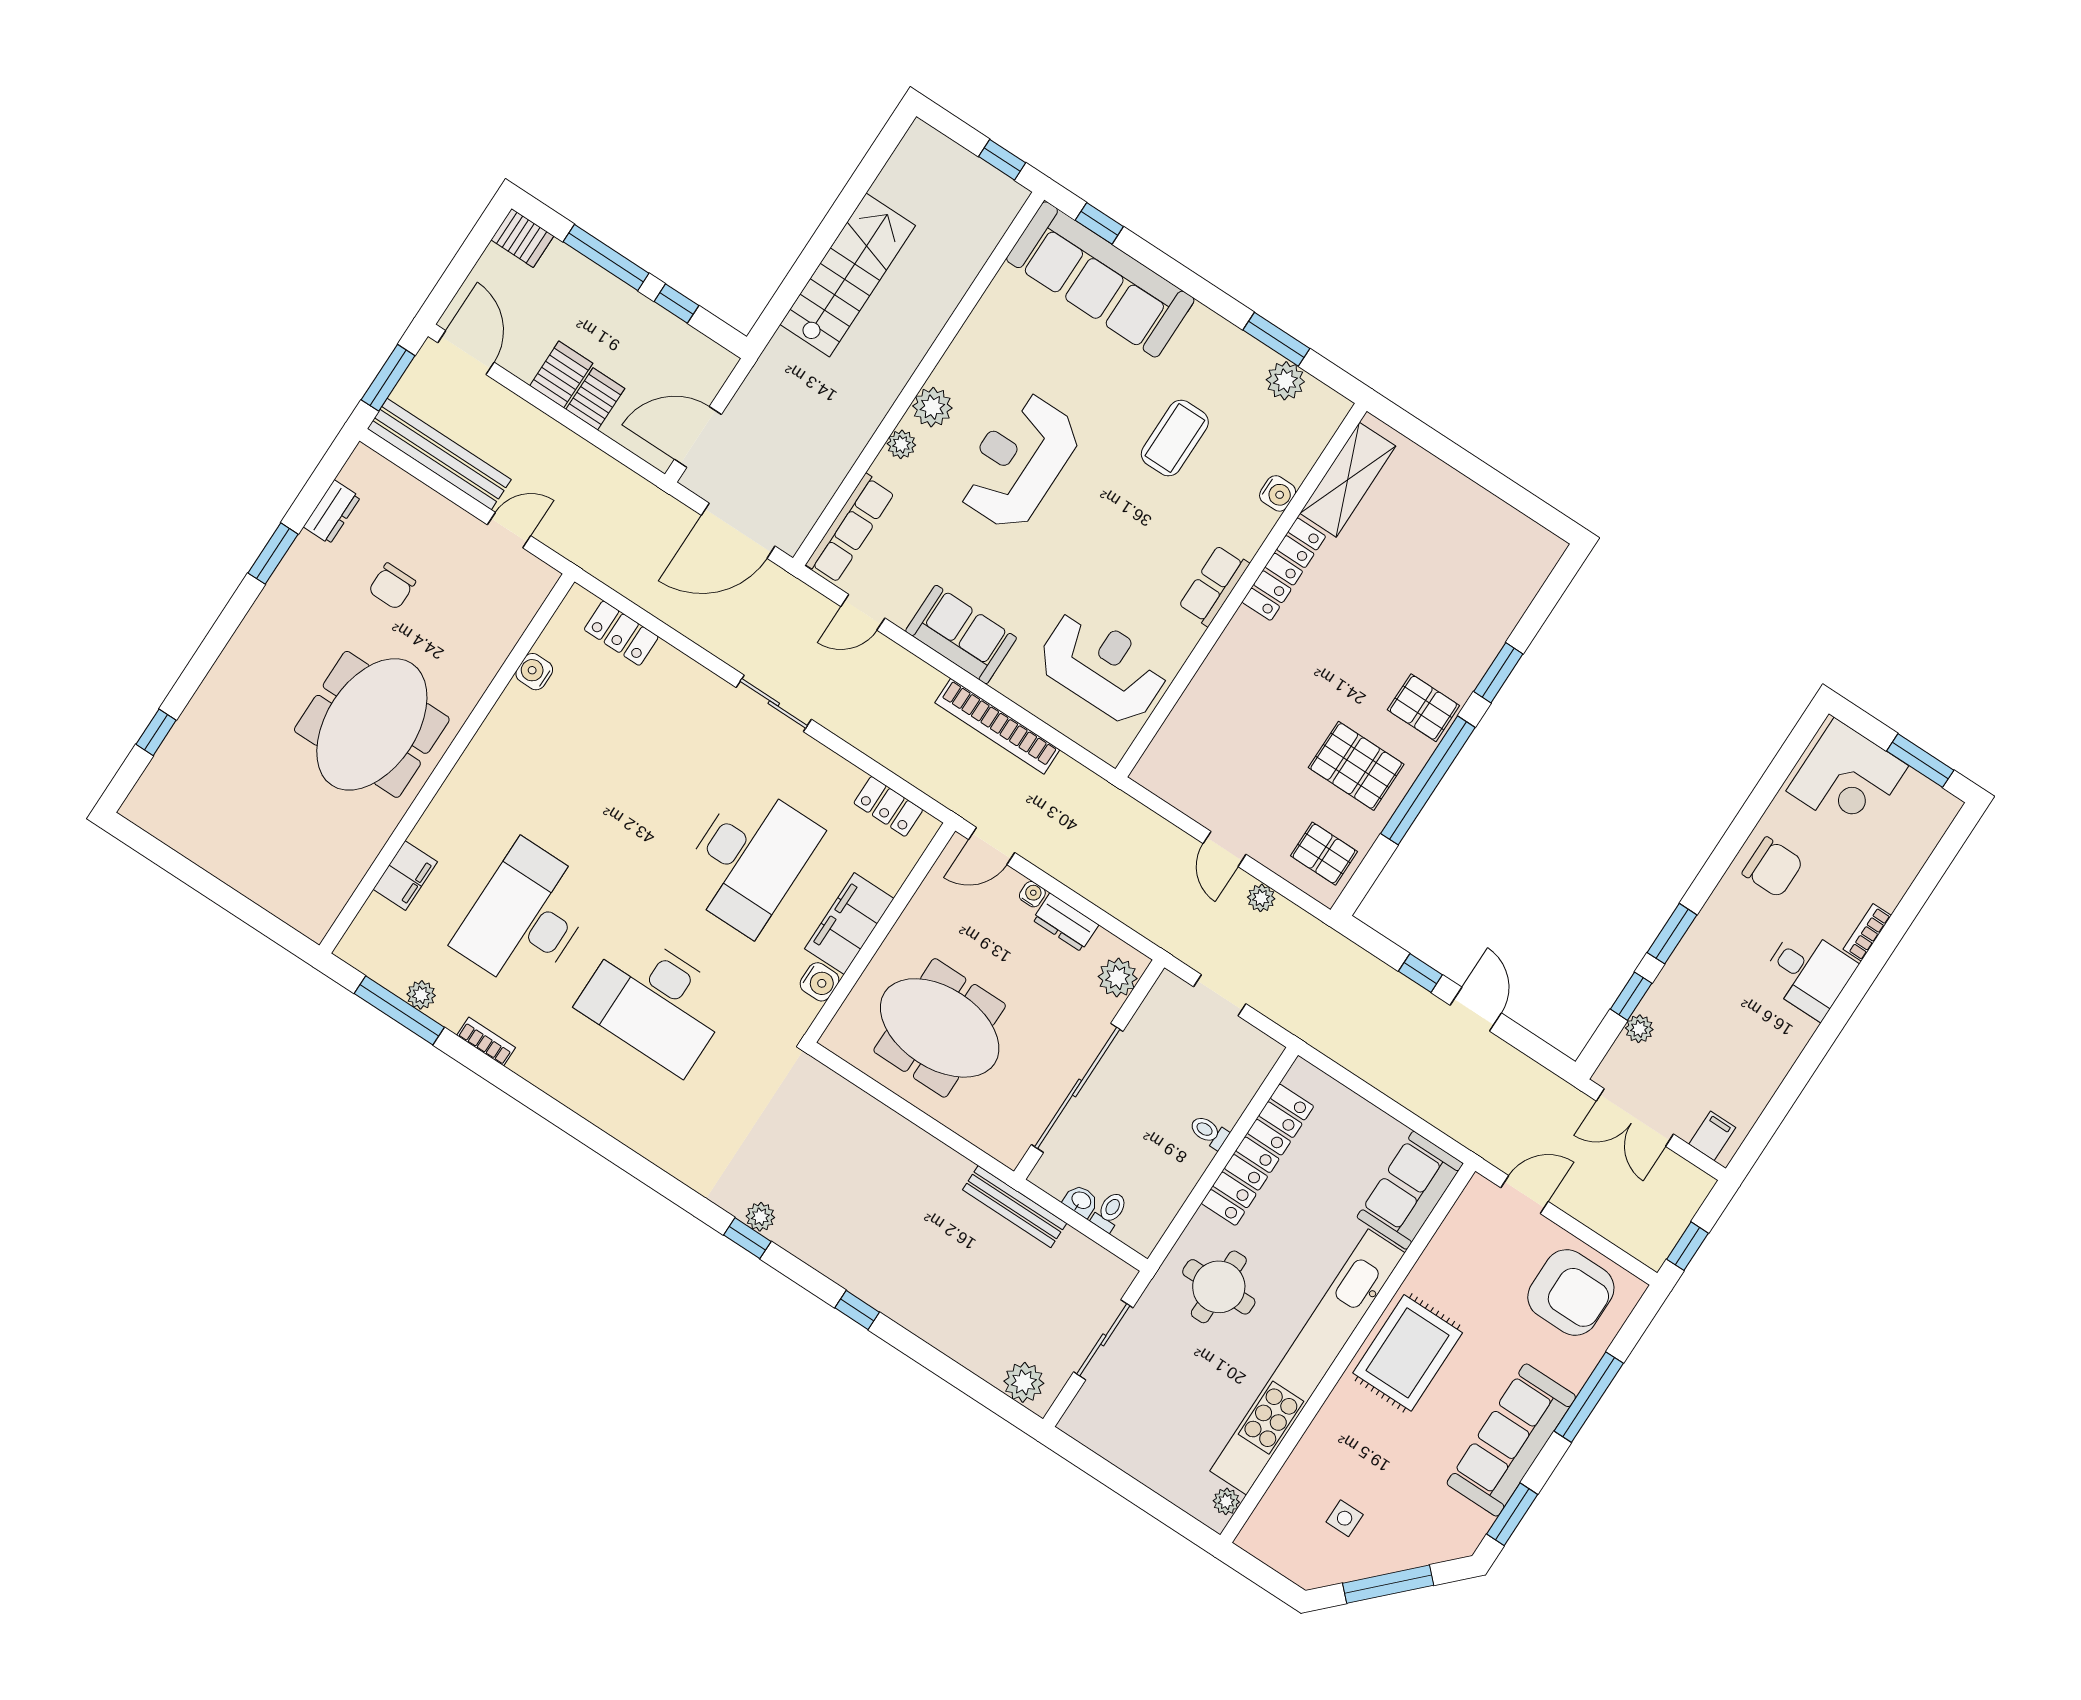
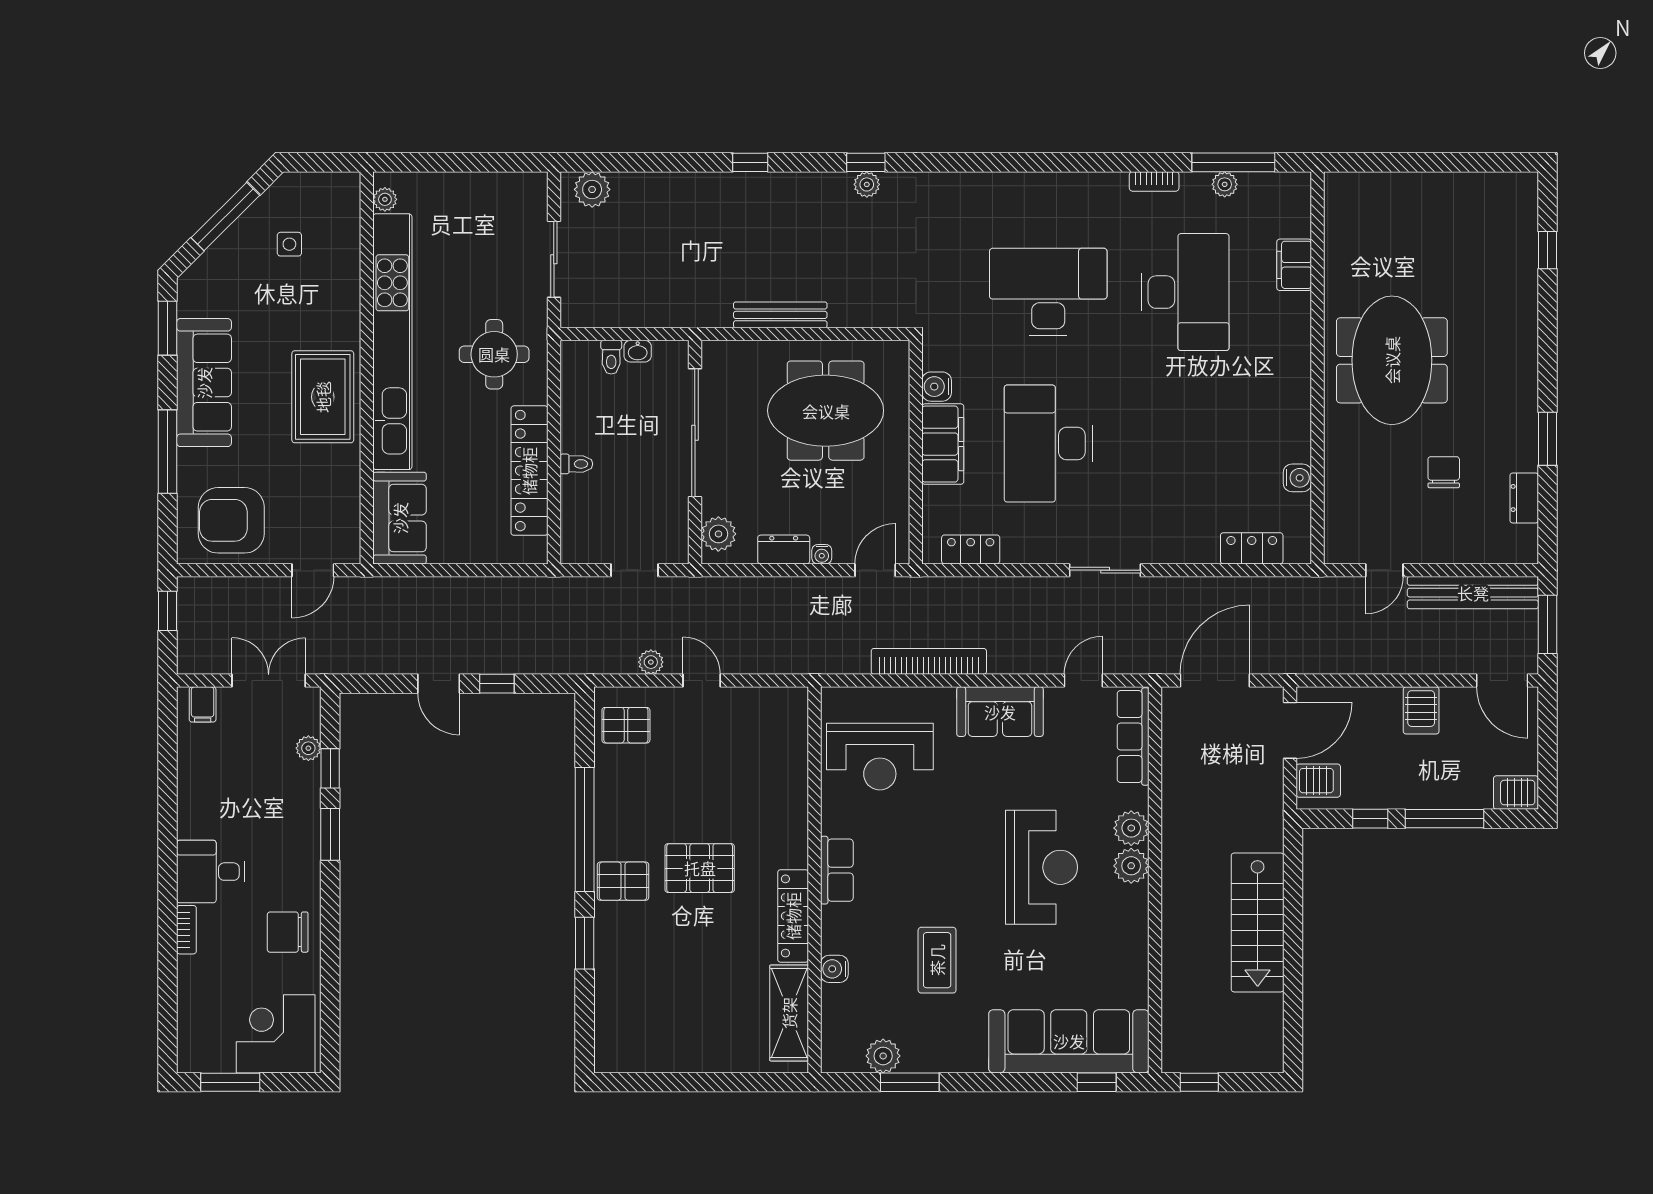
server rack: (595, 399) -> (1318, 781), moved, turned -90
plant: (901, 444) -> (1131, 828), width x1.38, depth x1.38
pallet: (1356, 766) -> (700, 868), moved
bench: (1015, 1207) -> (780, 315), moved

